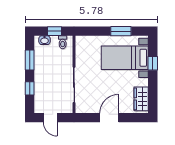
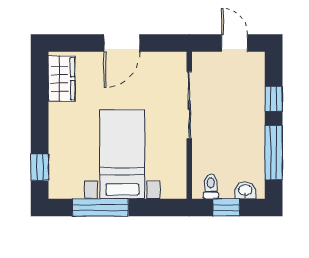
window: (121, 31) -> (100, 207), width x1.44
bed with nightstands: (125, 58) -> (122, 154), moved, turned -90
window: (30, 60) -> (274, 153), width x1.44
window: (153, 63) -> (40, 167), moved

